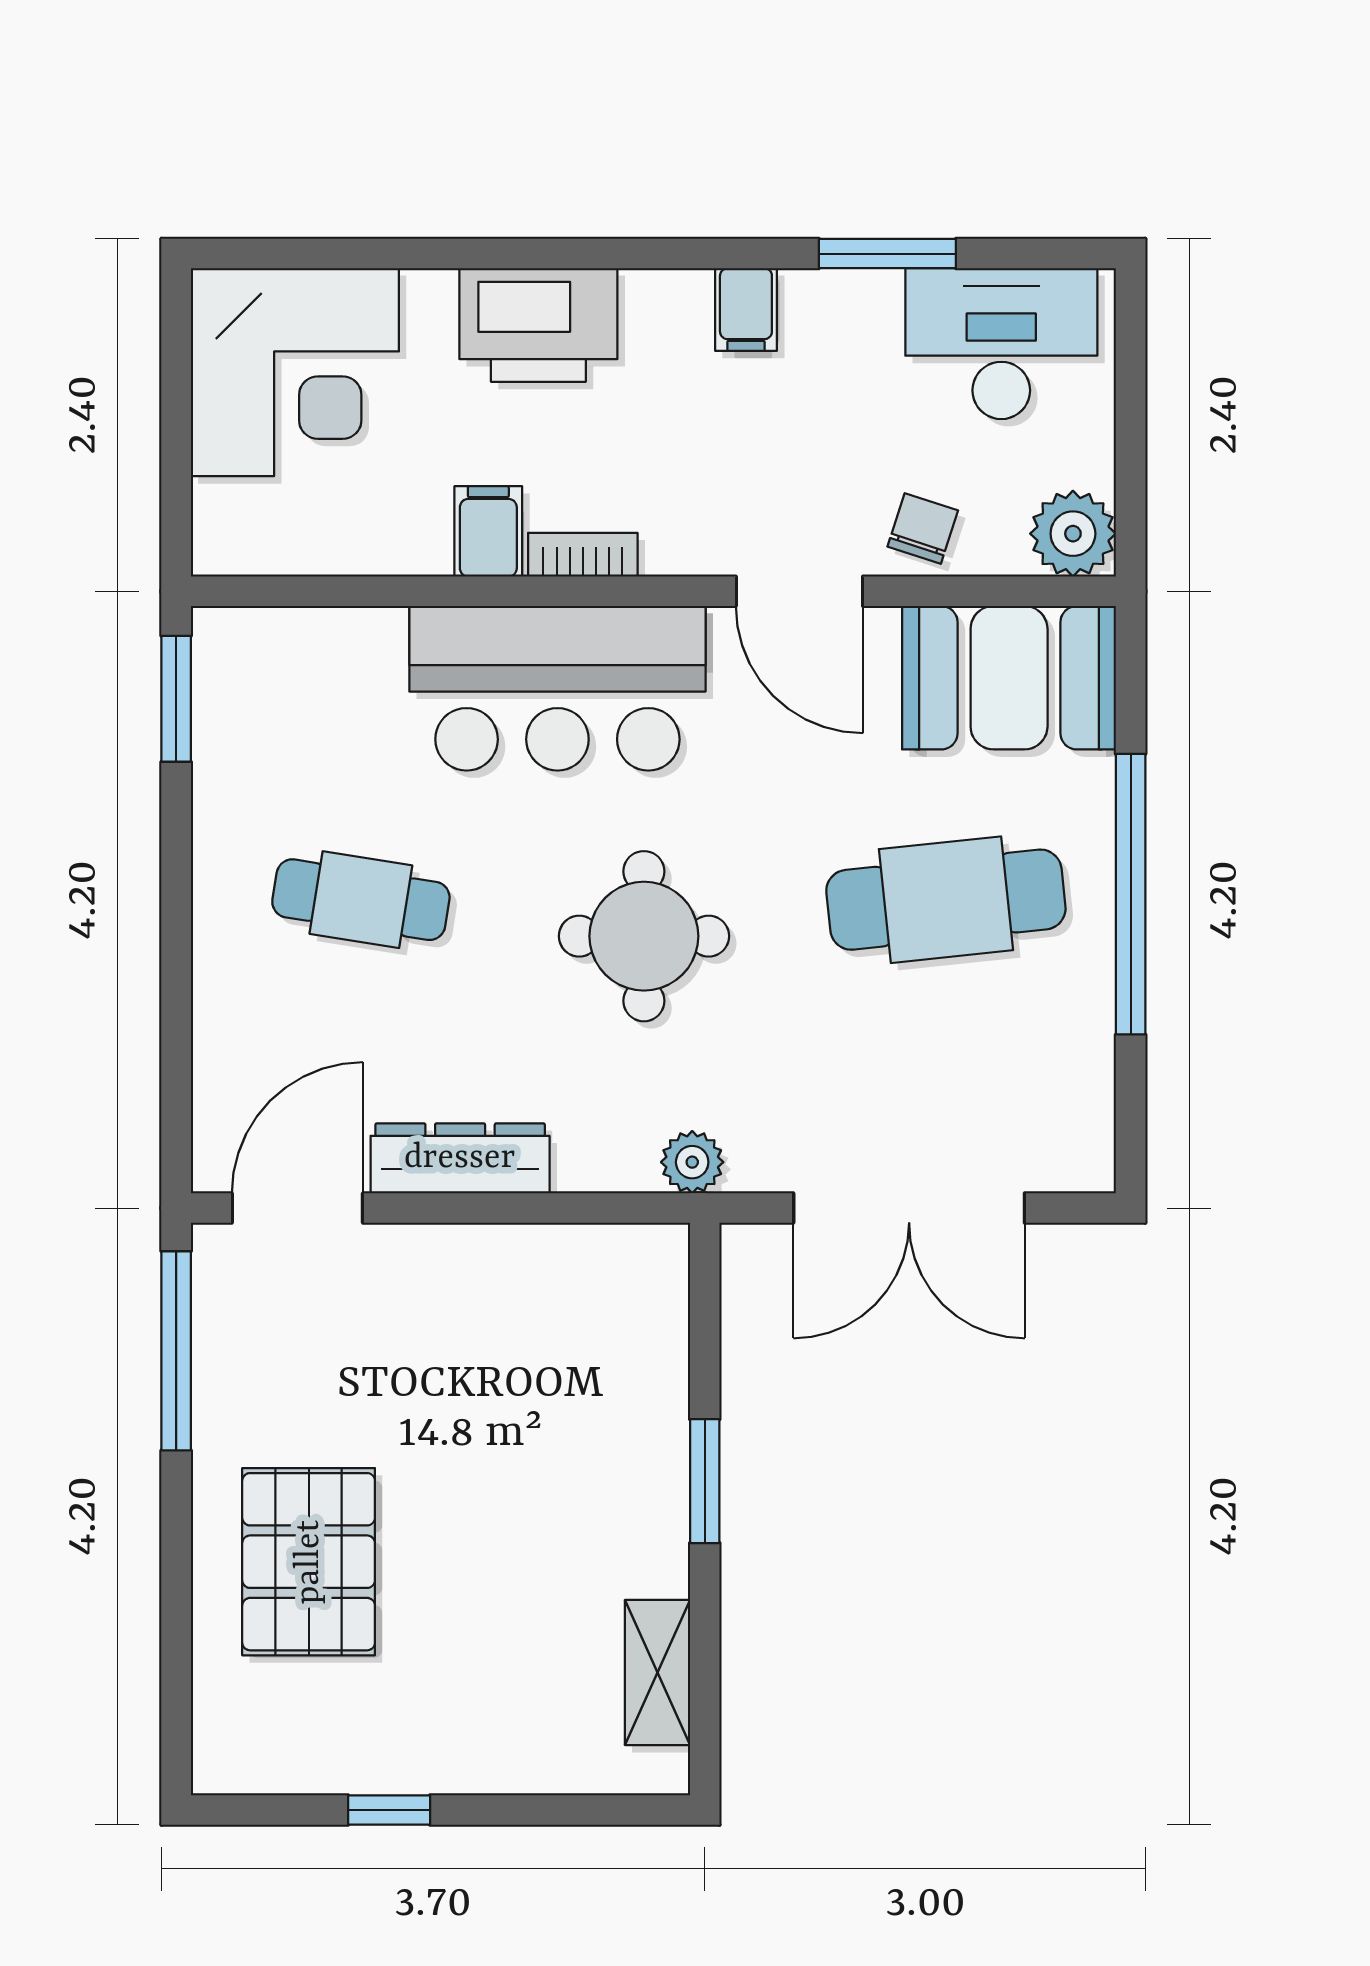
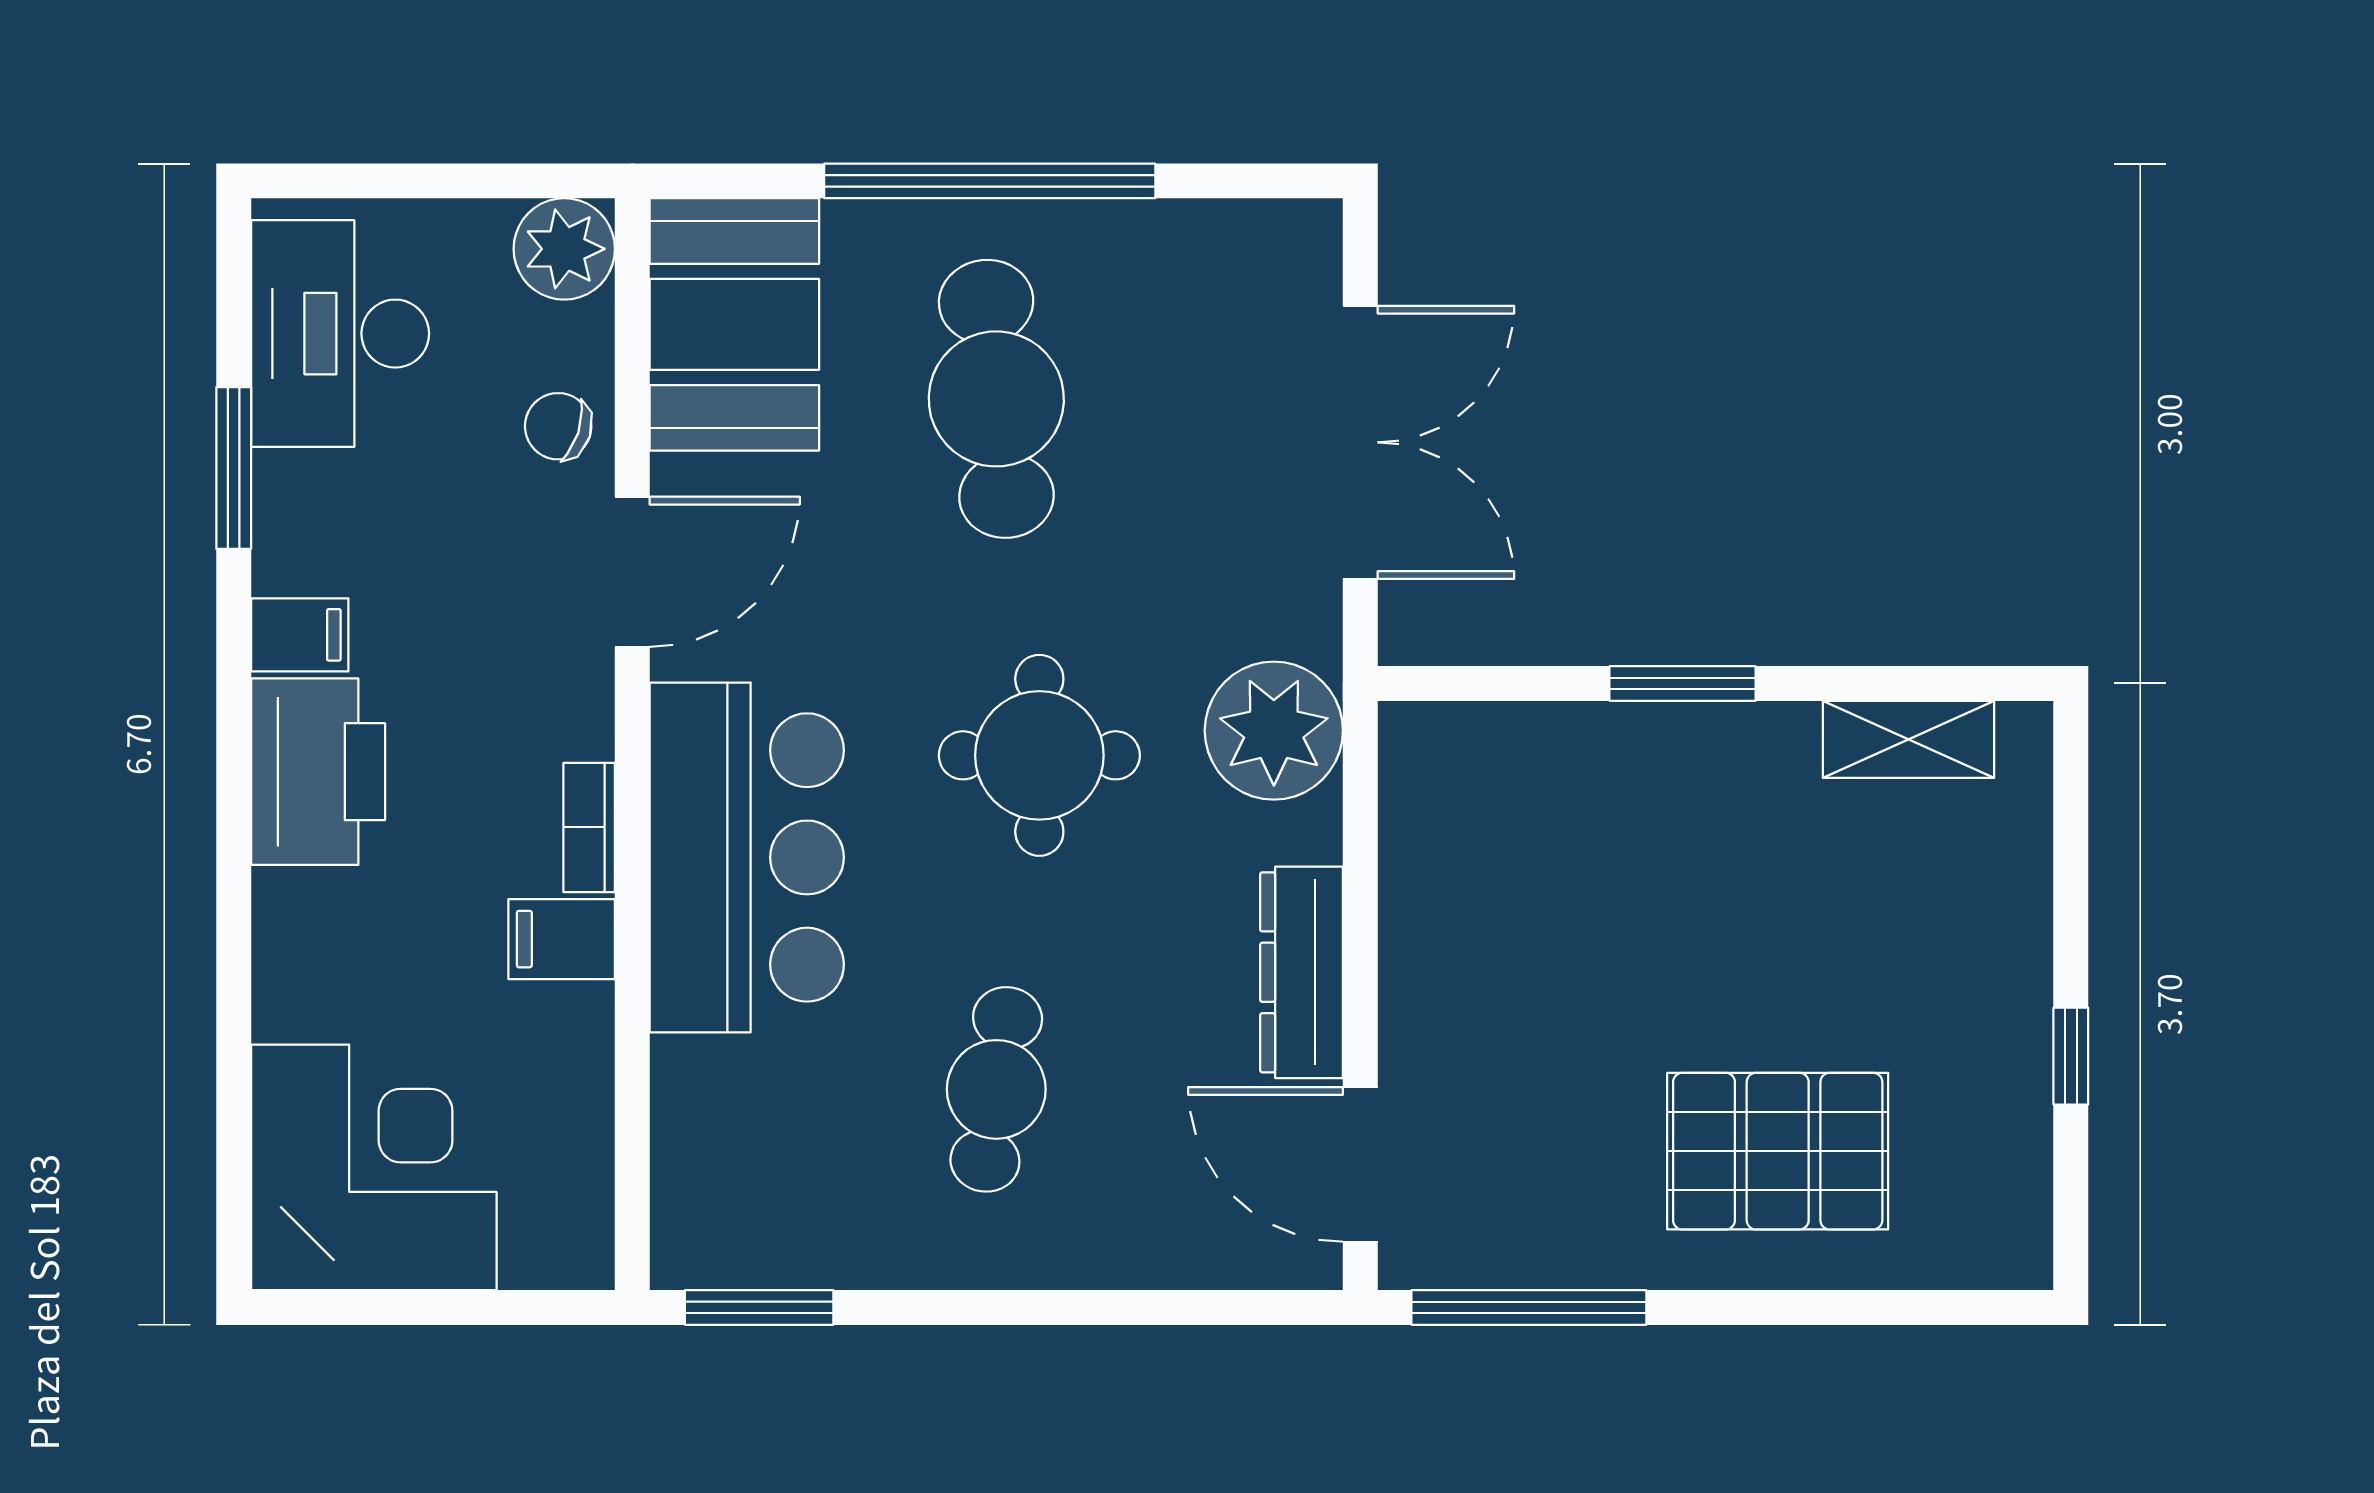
printer: (538, 325) -> (318, 772), moved
plant: (692, 1162) -> (1274, 731), width x1.88, depth x1.88

